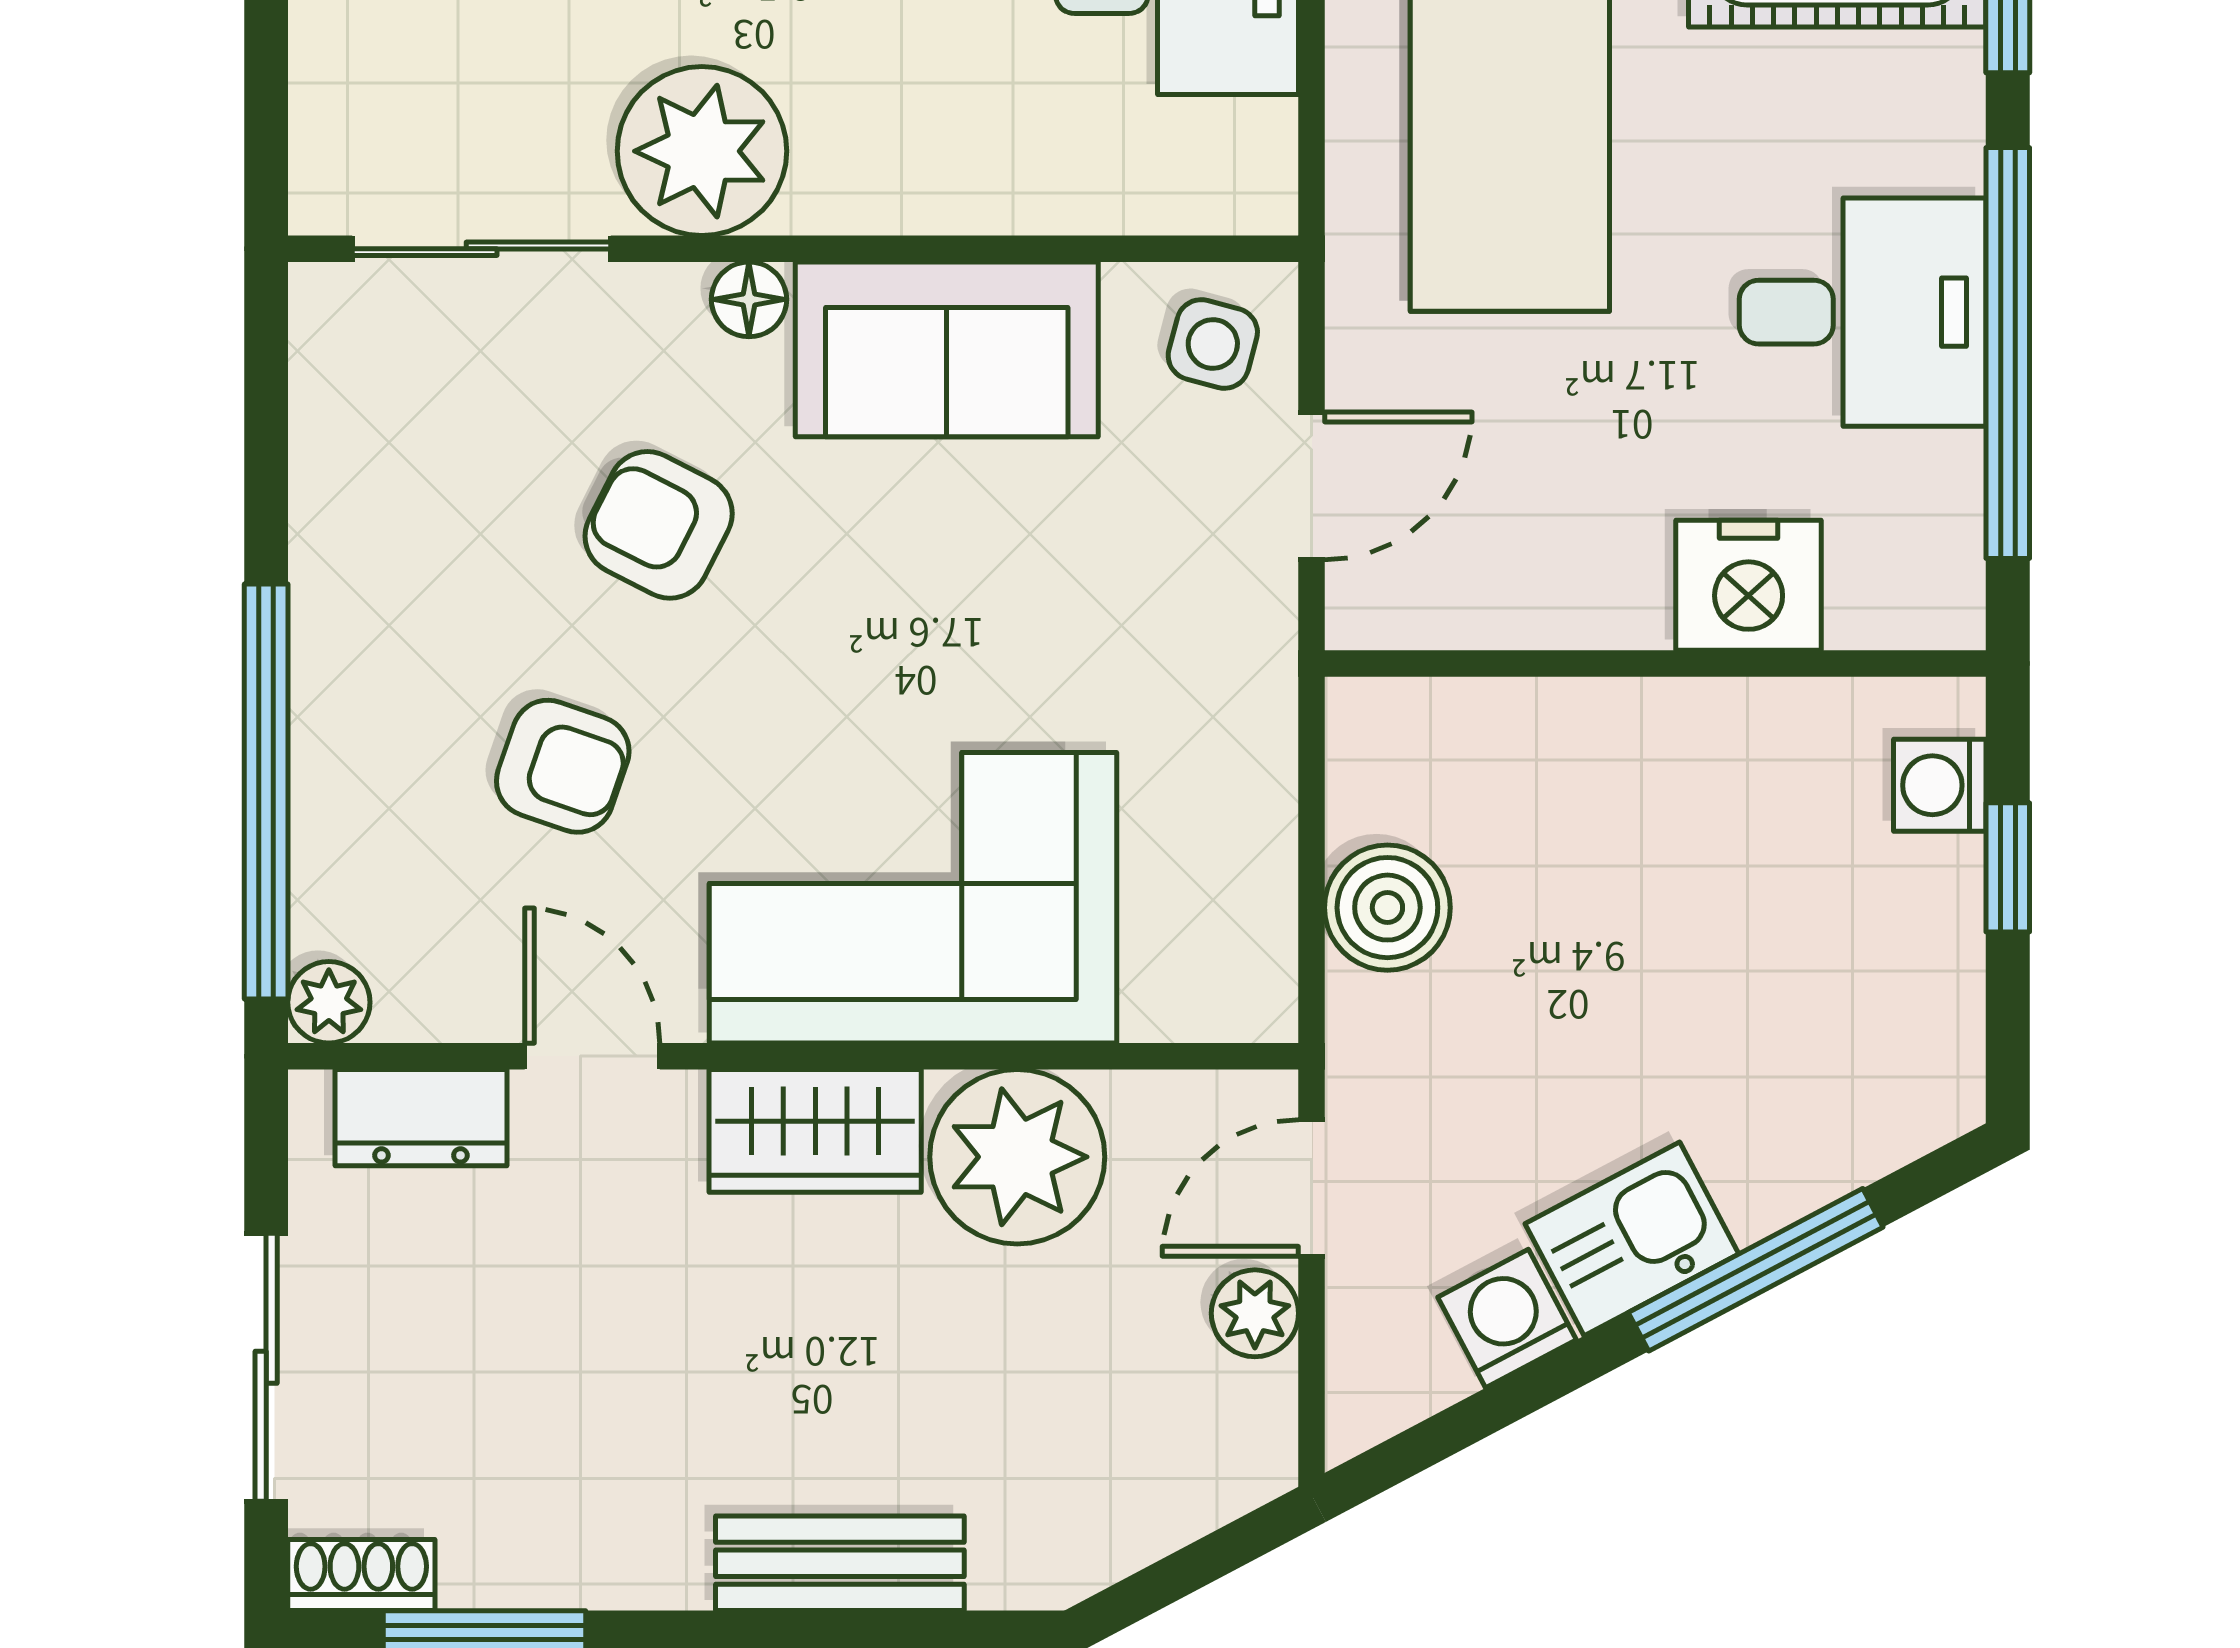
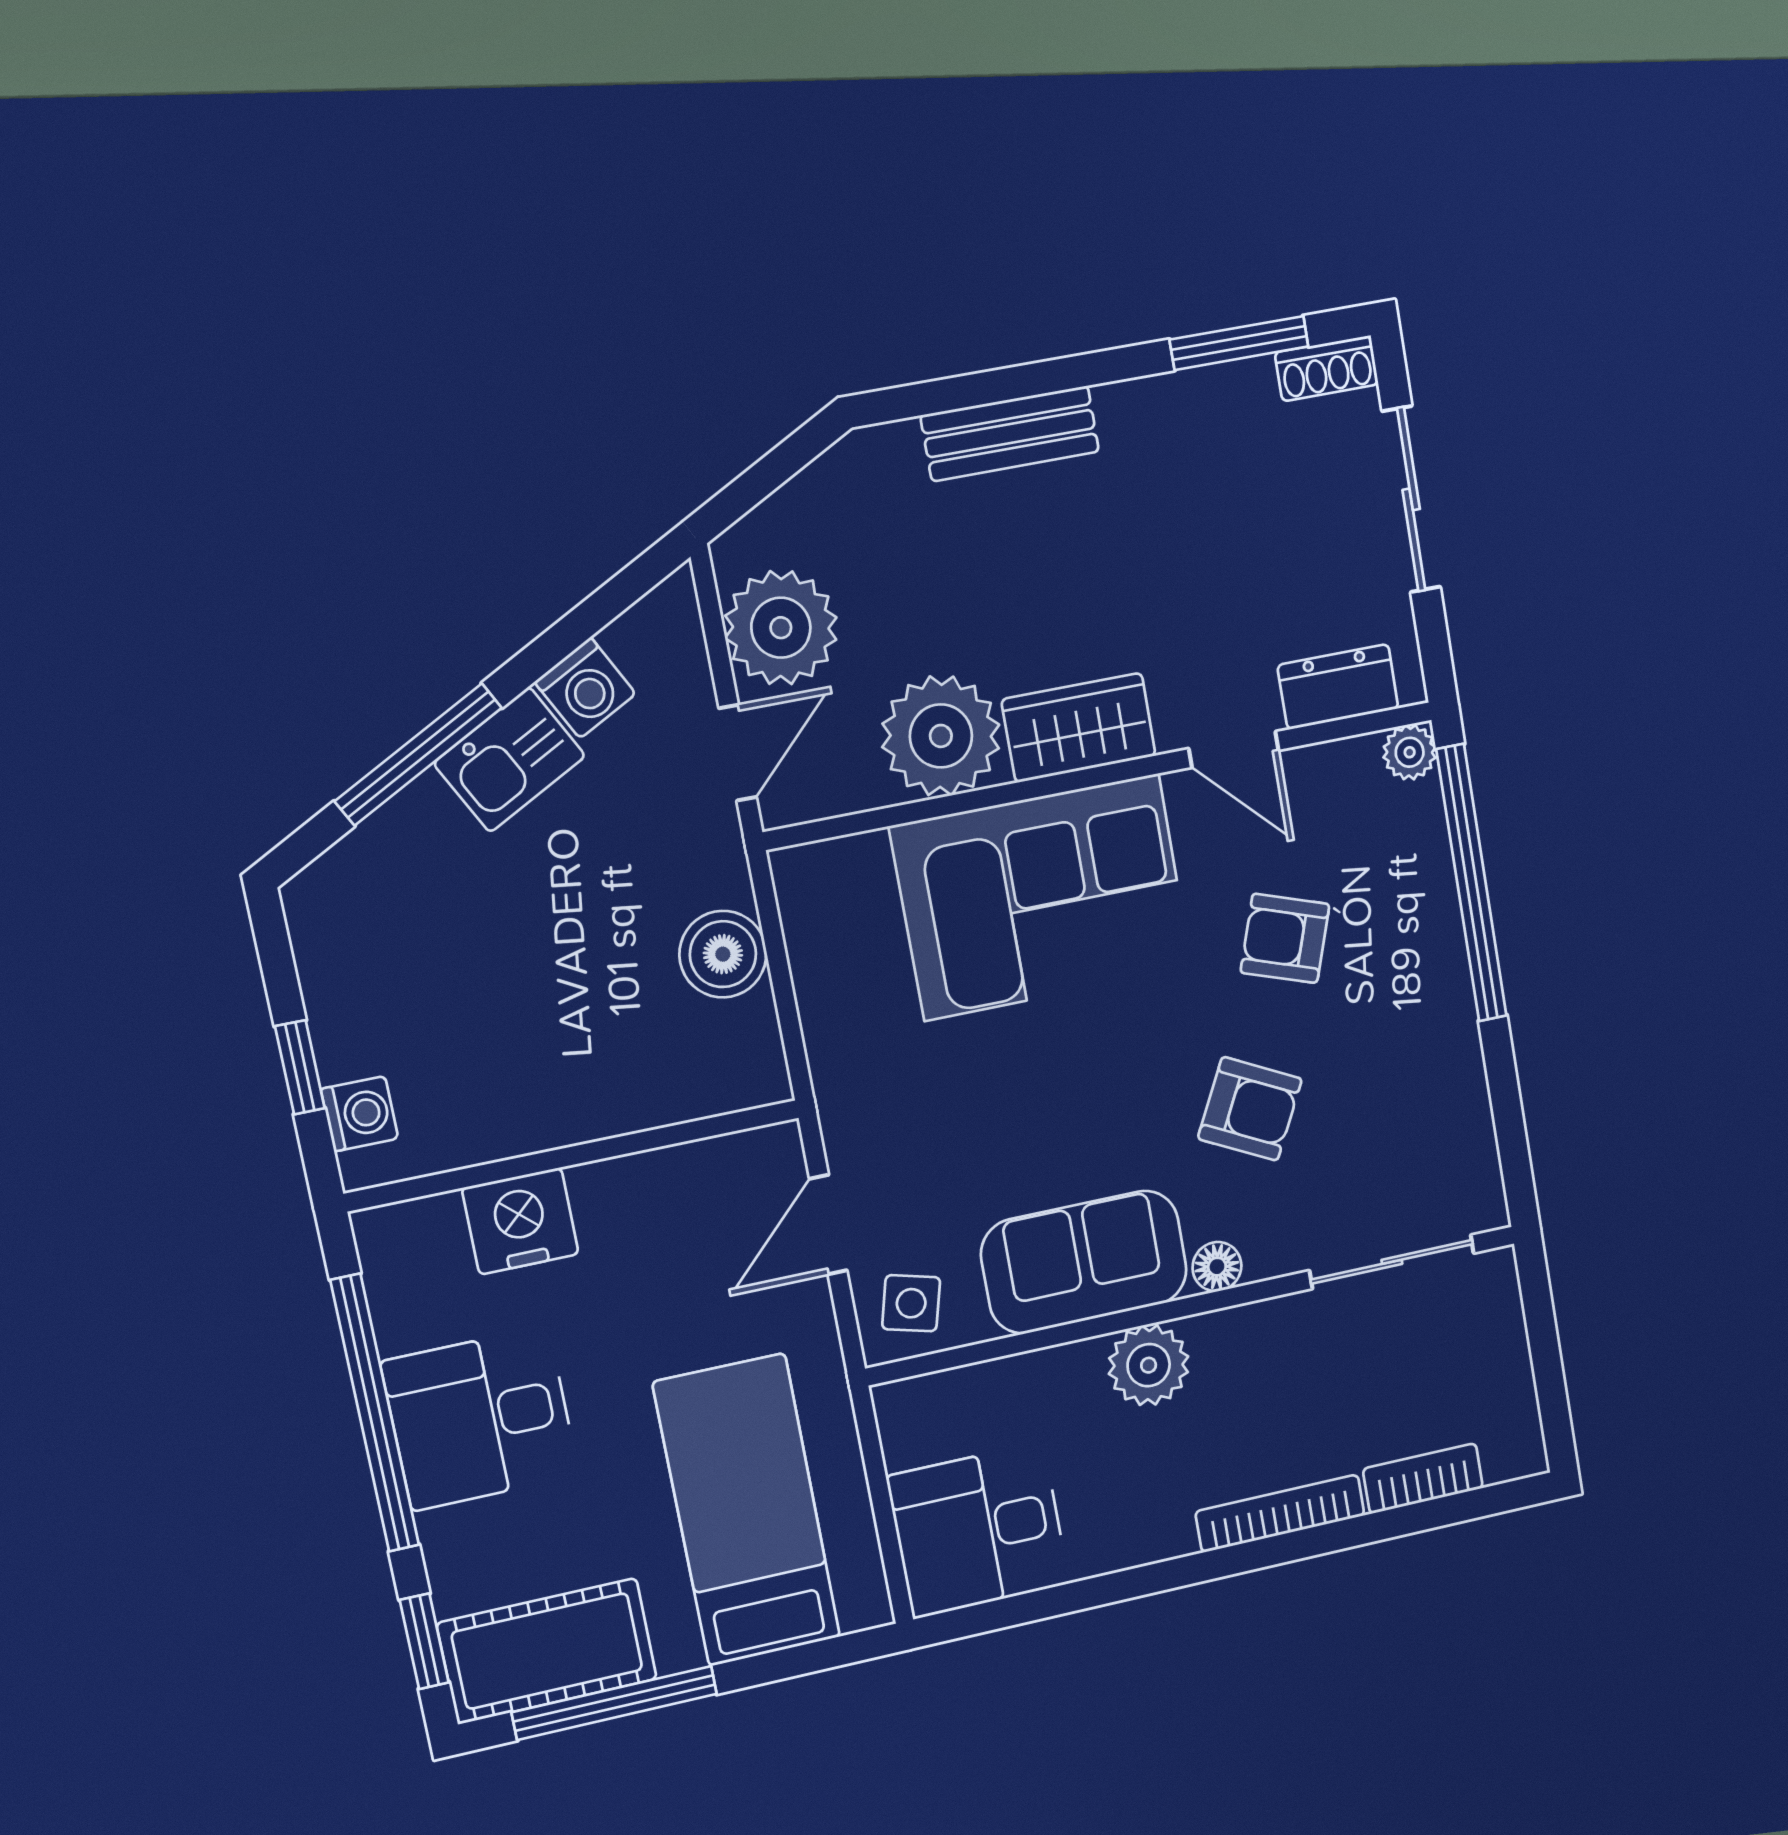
plant: (702, 151) -> (1149, 1365), moved, width x0.73, depth x0.73
plant: (1255, 1313) -> (781, 628), width x1.87, depth x1.87

